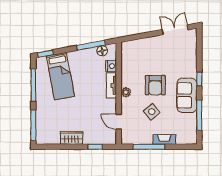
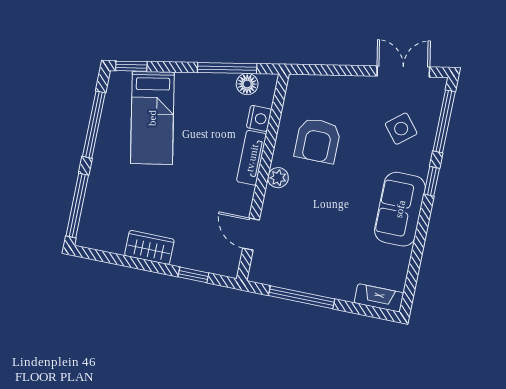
armchair: (155, 85) -> (318, 140), moved
side table: (152, 112) -> (401, 129), moved
window: (199, 115) -> (444, 121), moved
fireplace: (164, 140) -> (379, 298), moved

